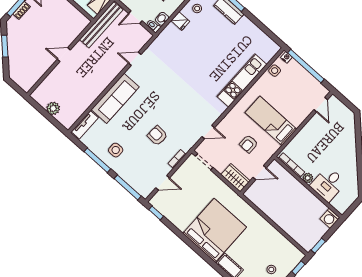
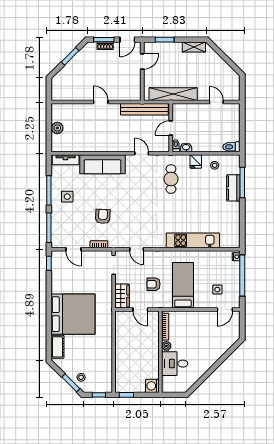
door: (135, 17) -> (171, 128), hinge flipped
cafe table: (177, 54) -> (171, 179), added
side table: (275, 71) -> (217, 290), moved

